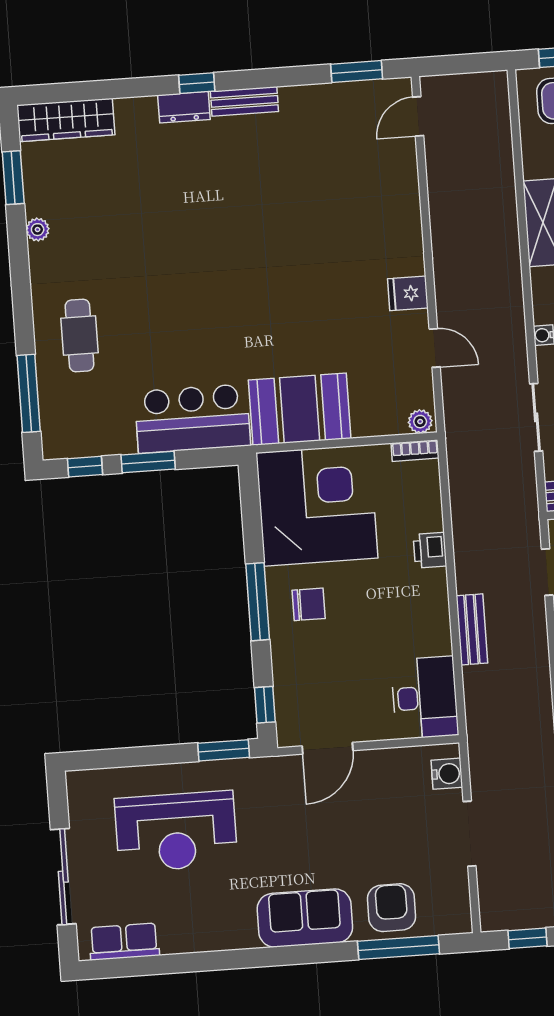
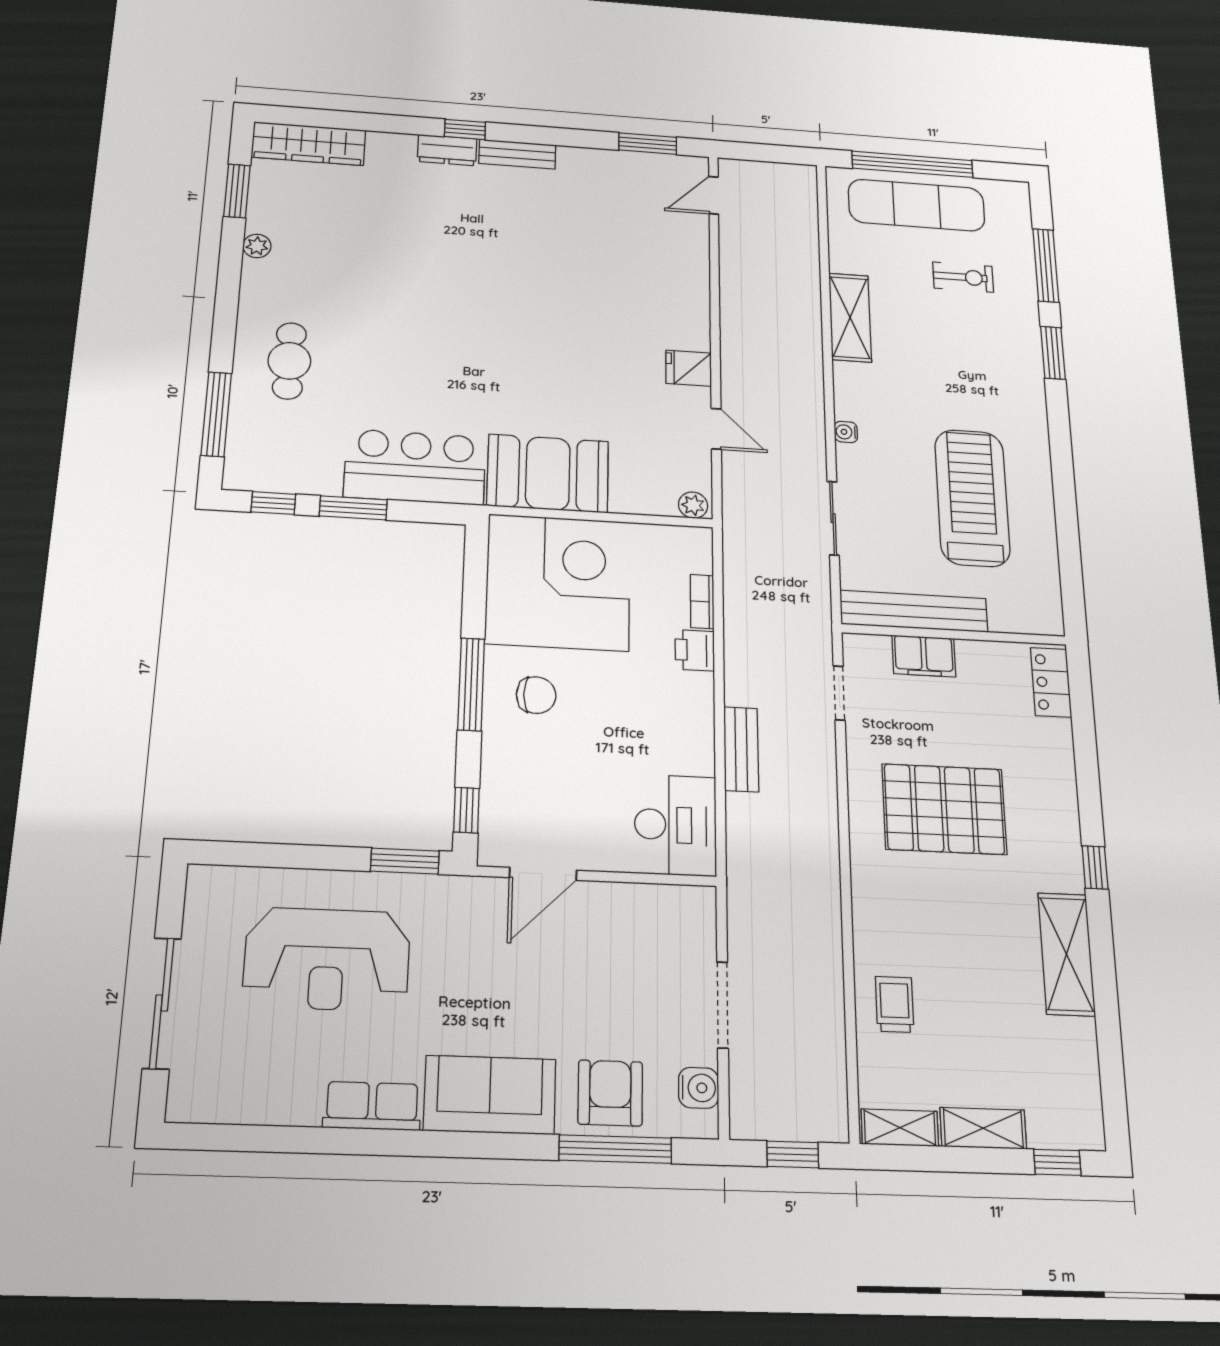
bookcase: (415, 451) -> (702, 602), moved, turned 90
water cooler: (447, 774) -> (699, 1088), moved
row of seats: (124, 942) -> (372, 1106), moved

